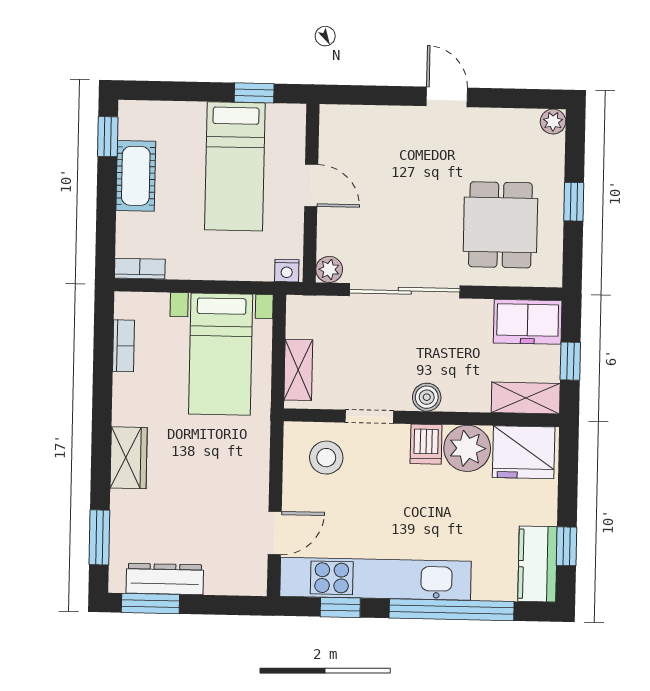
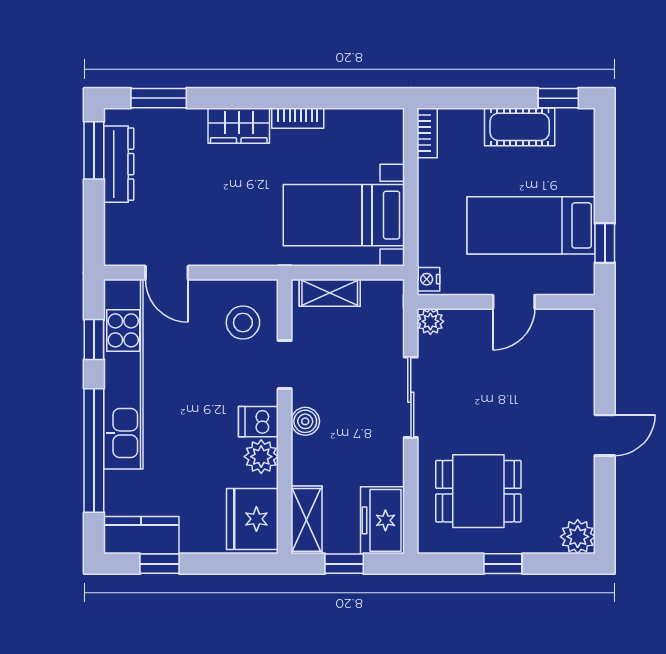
plant: (553, 122) -> (578, 537), width x1.38, depth x1.38
sliding door: (405, 291) -> (411, 397), width x0.73
bookcase: (123, 346) -> (298, 118), moved
plant: (467, 448) -> (261, 457), width x0.73, depth x0.73

